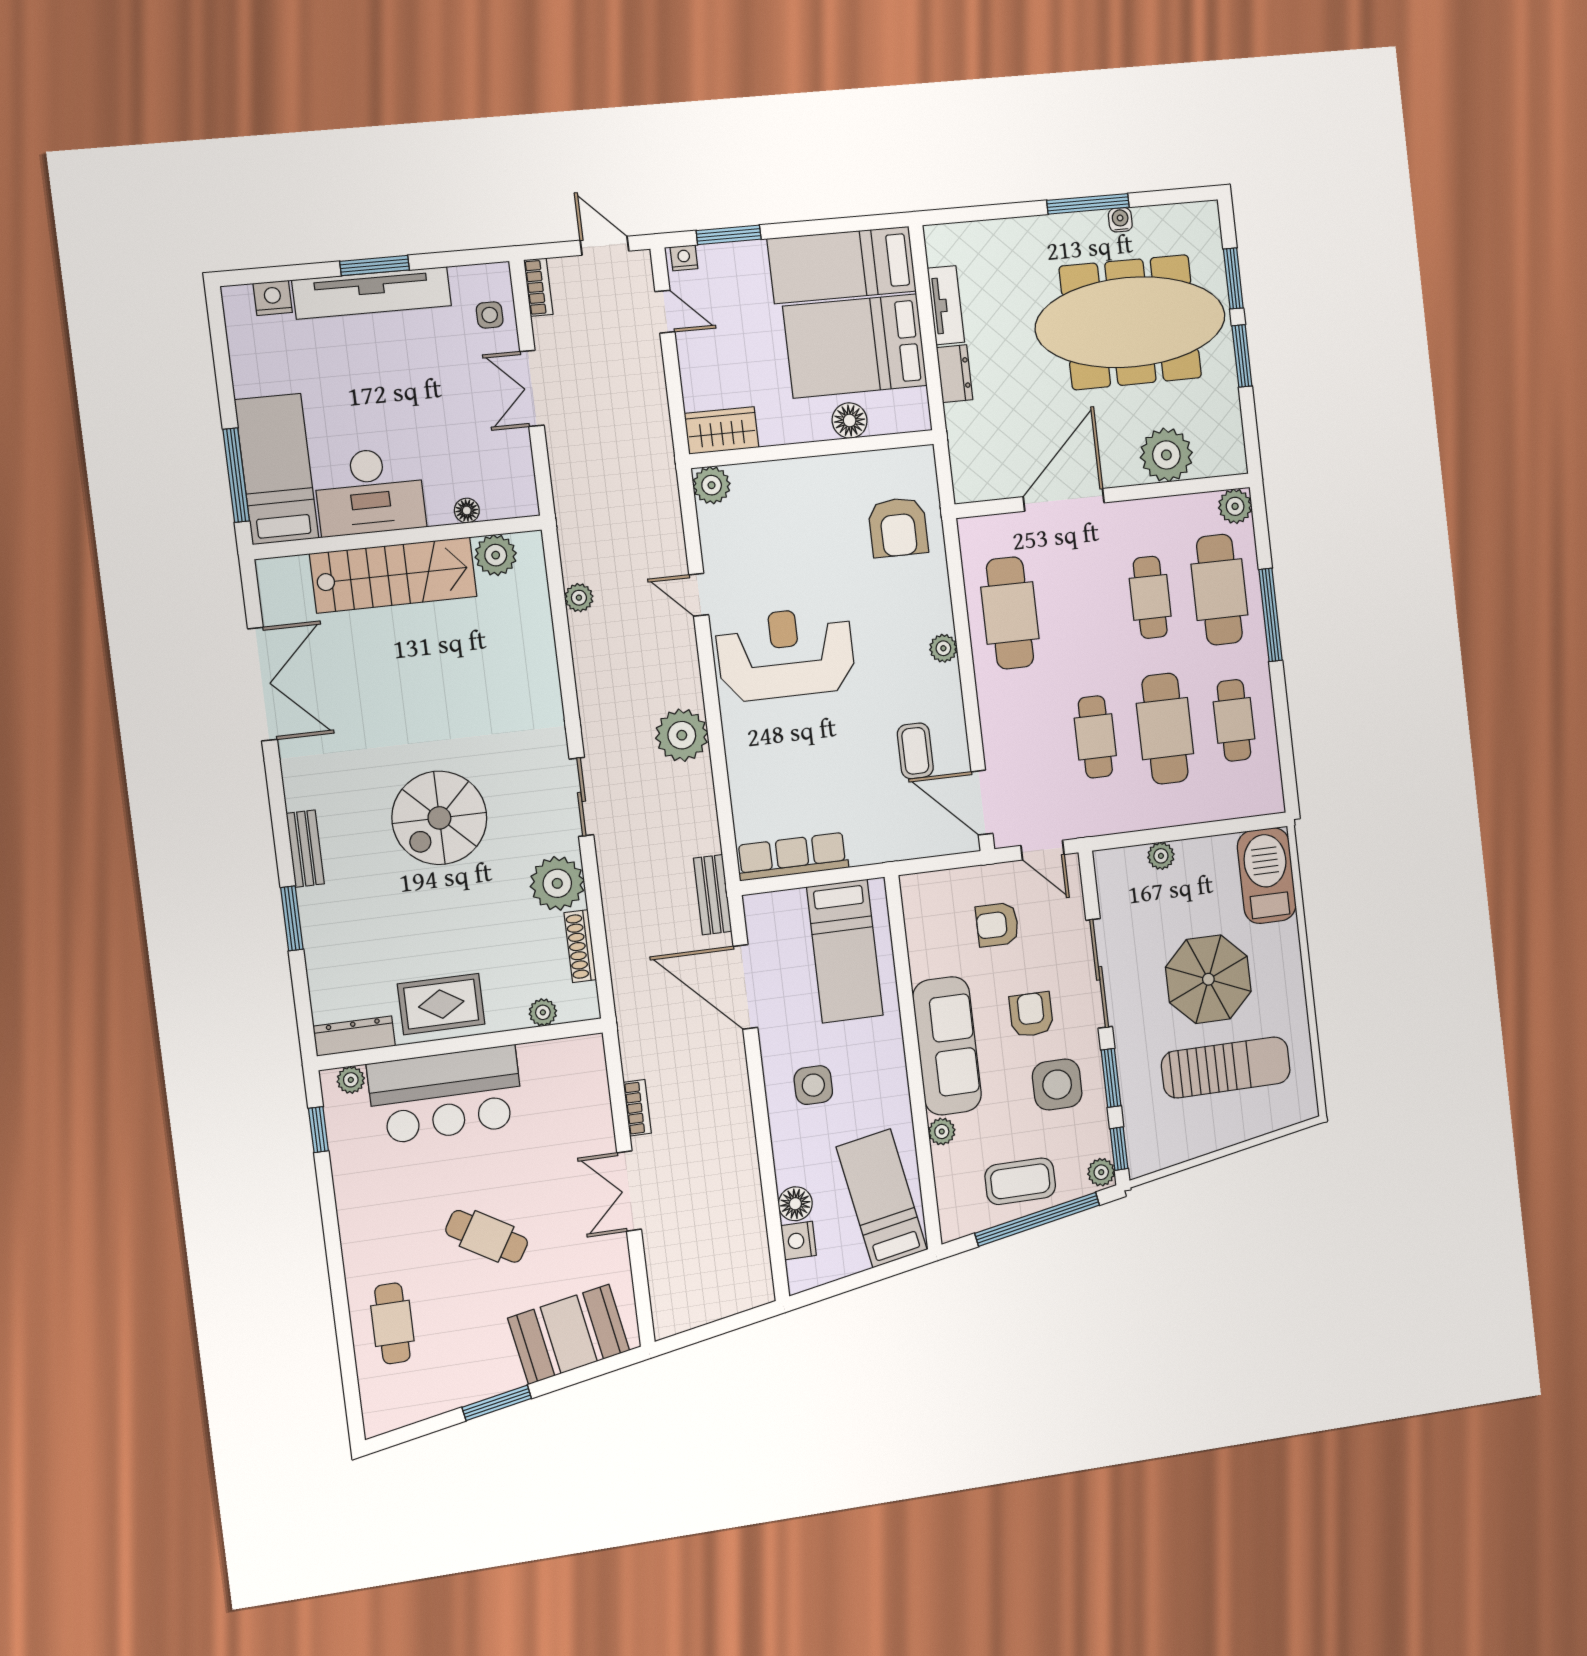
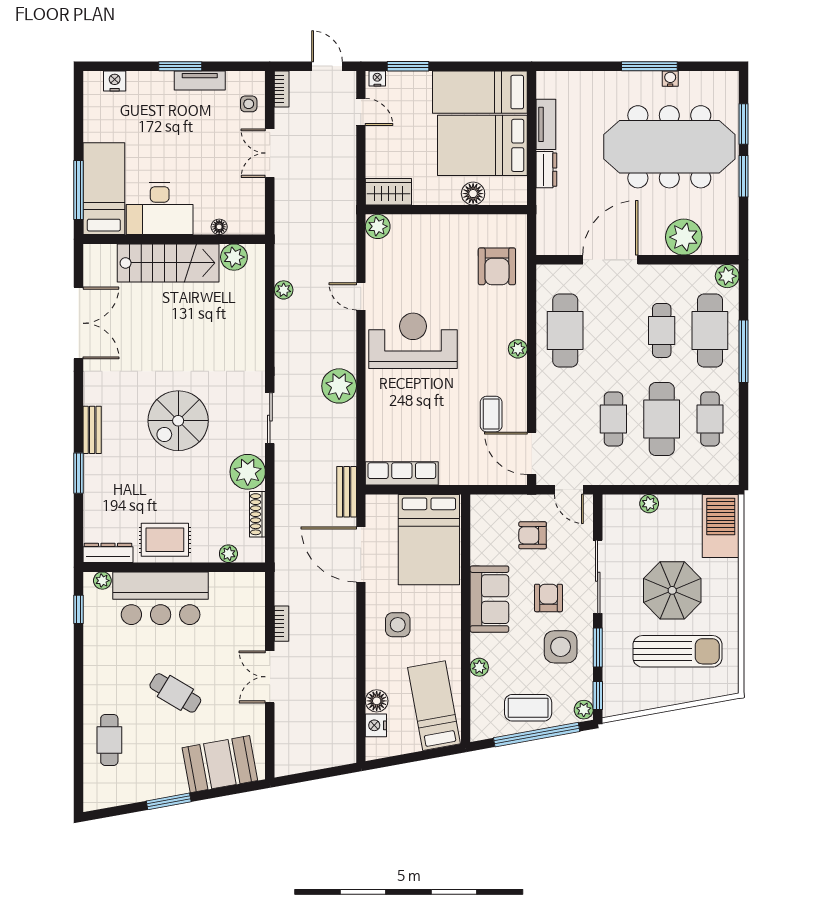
tv unit: (372, 293) -> (200, 80), width x0.52, depth x0.78
bed: (845, 951) -> (429, 540), width x1.50
sofa: (947, 1046) -> (489, 599), width x0.73

